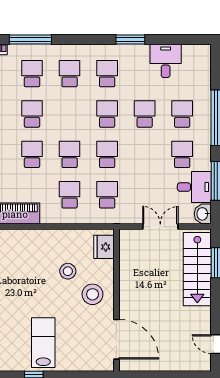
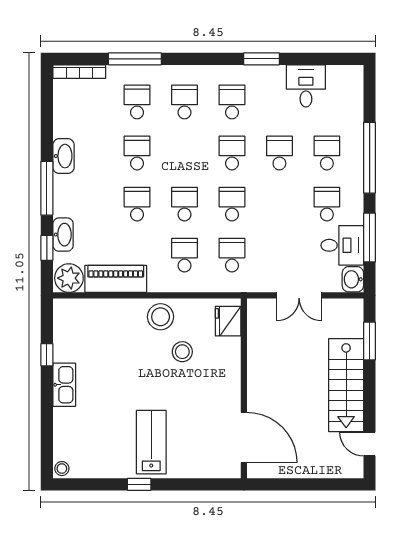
double door: (160, 227) -> (299, 295), swing flipped
stairs: (197, 269) -> (346, 385), moved
stool: (93, 294) -> (161, 317), moved

